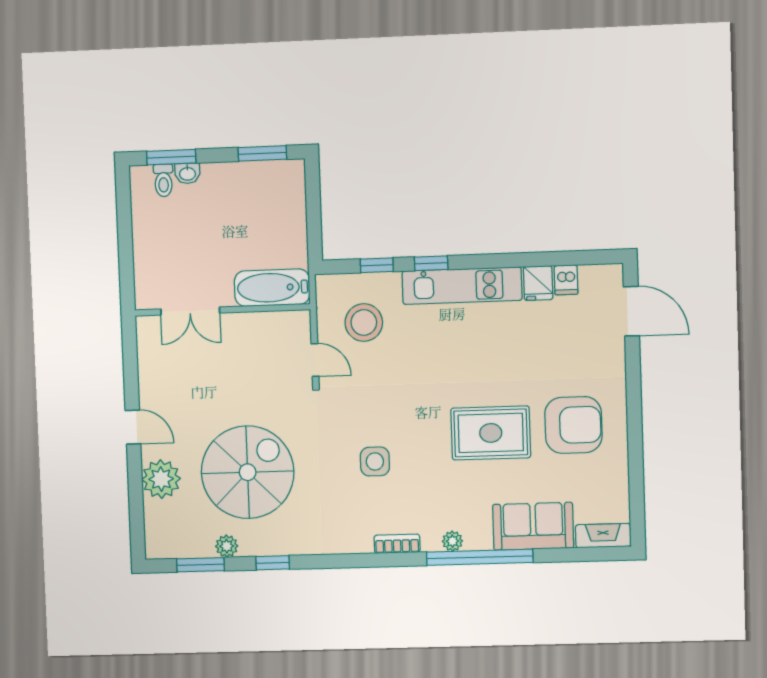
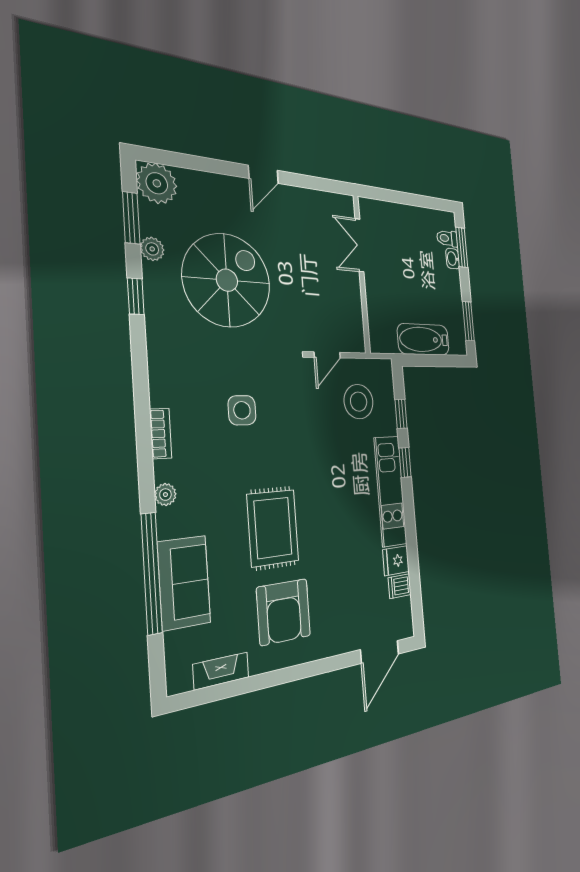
bathtub: (272, 288) -> (423, 339), moved, turned -90
spiral stairs: (248, 472) -> (227, 280), turned -90
plant: (161, 479) -> (157, 183), moved
fireplace: (603, 536) -> (221, 671), moved, turned -90
window: (480, 557) -> (152, 573), moved

